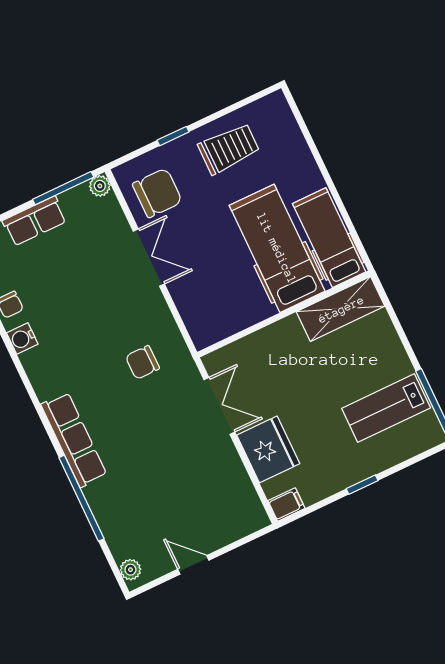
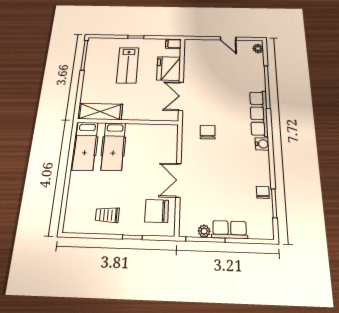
trolley: (229, 149) -> (107, 215), width x0.73, depth x0.72
plant: (100, 186) -> (204, 231), moved
hospital bed: (277, 248) -> (113, 146), width x0.73, depth x0.78
water cooler: (22, 338) -> (262, 144), moved
chair: (142, 362) -> (208, 132), turned -90
lab bench: (386, 408) -> (128, 65), moved, turned 90

